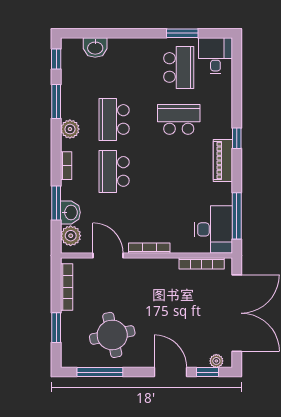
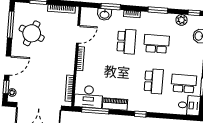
school desk: (179, 67) -> (184, 84), turned 180
window: (56, 101) -> (158, 10), moved
plant: (70, 129) -> (181, 20), moved
piano: (223, 160) -> (115, 104), moved
school desk: (114, 171) -> (126, 42), turned 90
plant: (71, 236) -> (91, 14), removed
round table: (112, 335) -> (32, 33), turned 35

